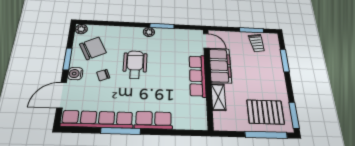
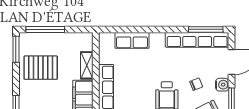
pallet: (265, 112) -> (41, 68), moved
row of seats: (153, 120) -> (132, 40), moved
window: (121, 131) -> (206, 29), moved

